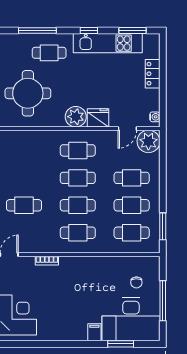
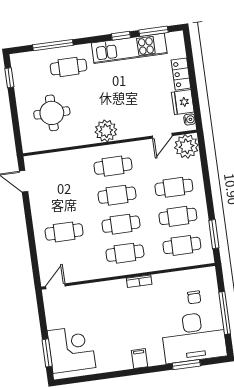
window: (89, 30) -> (121, 36), moved
round table: (28, 93) -> (52, 113), width x0.73, depth x0.73
fridge: (98, 118) -> (183, 102), moved, turned -90
bookcase: (47, 261) -> (139, 281), moved
filing cabinet: (94, 332) -> (139, 359), moved

